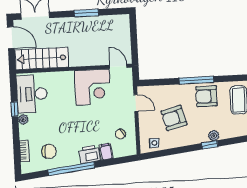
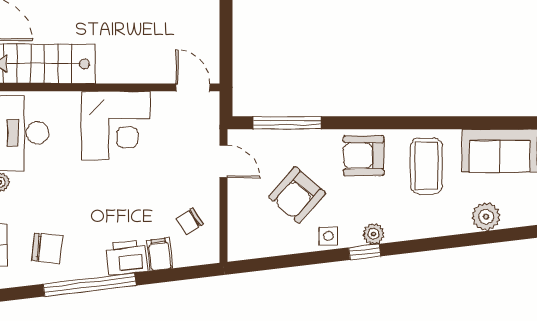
window: (196, 80) -> (287, 123), moved
corner desk: (93, 87) -> (116, 126), moved
armchair: (174, 118) -> (297, 195), turned -34
side table: (154, 143) -> (328, 236), moved

